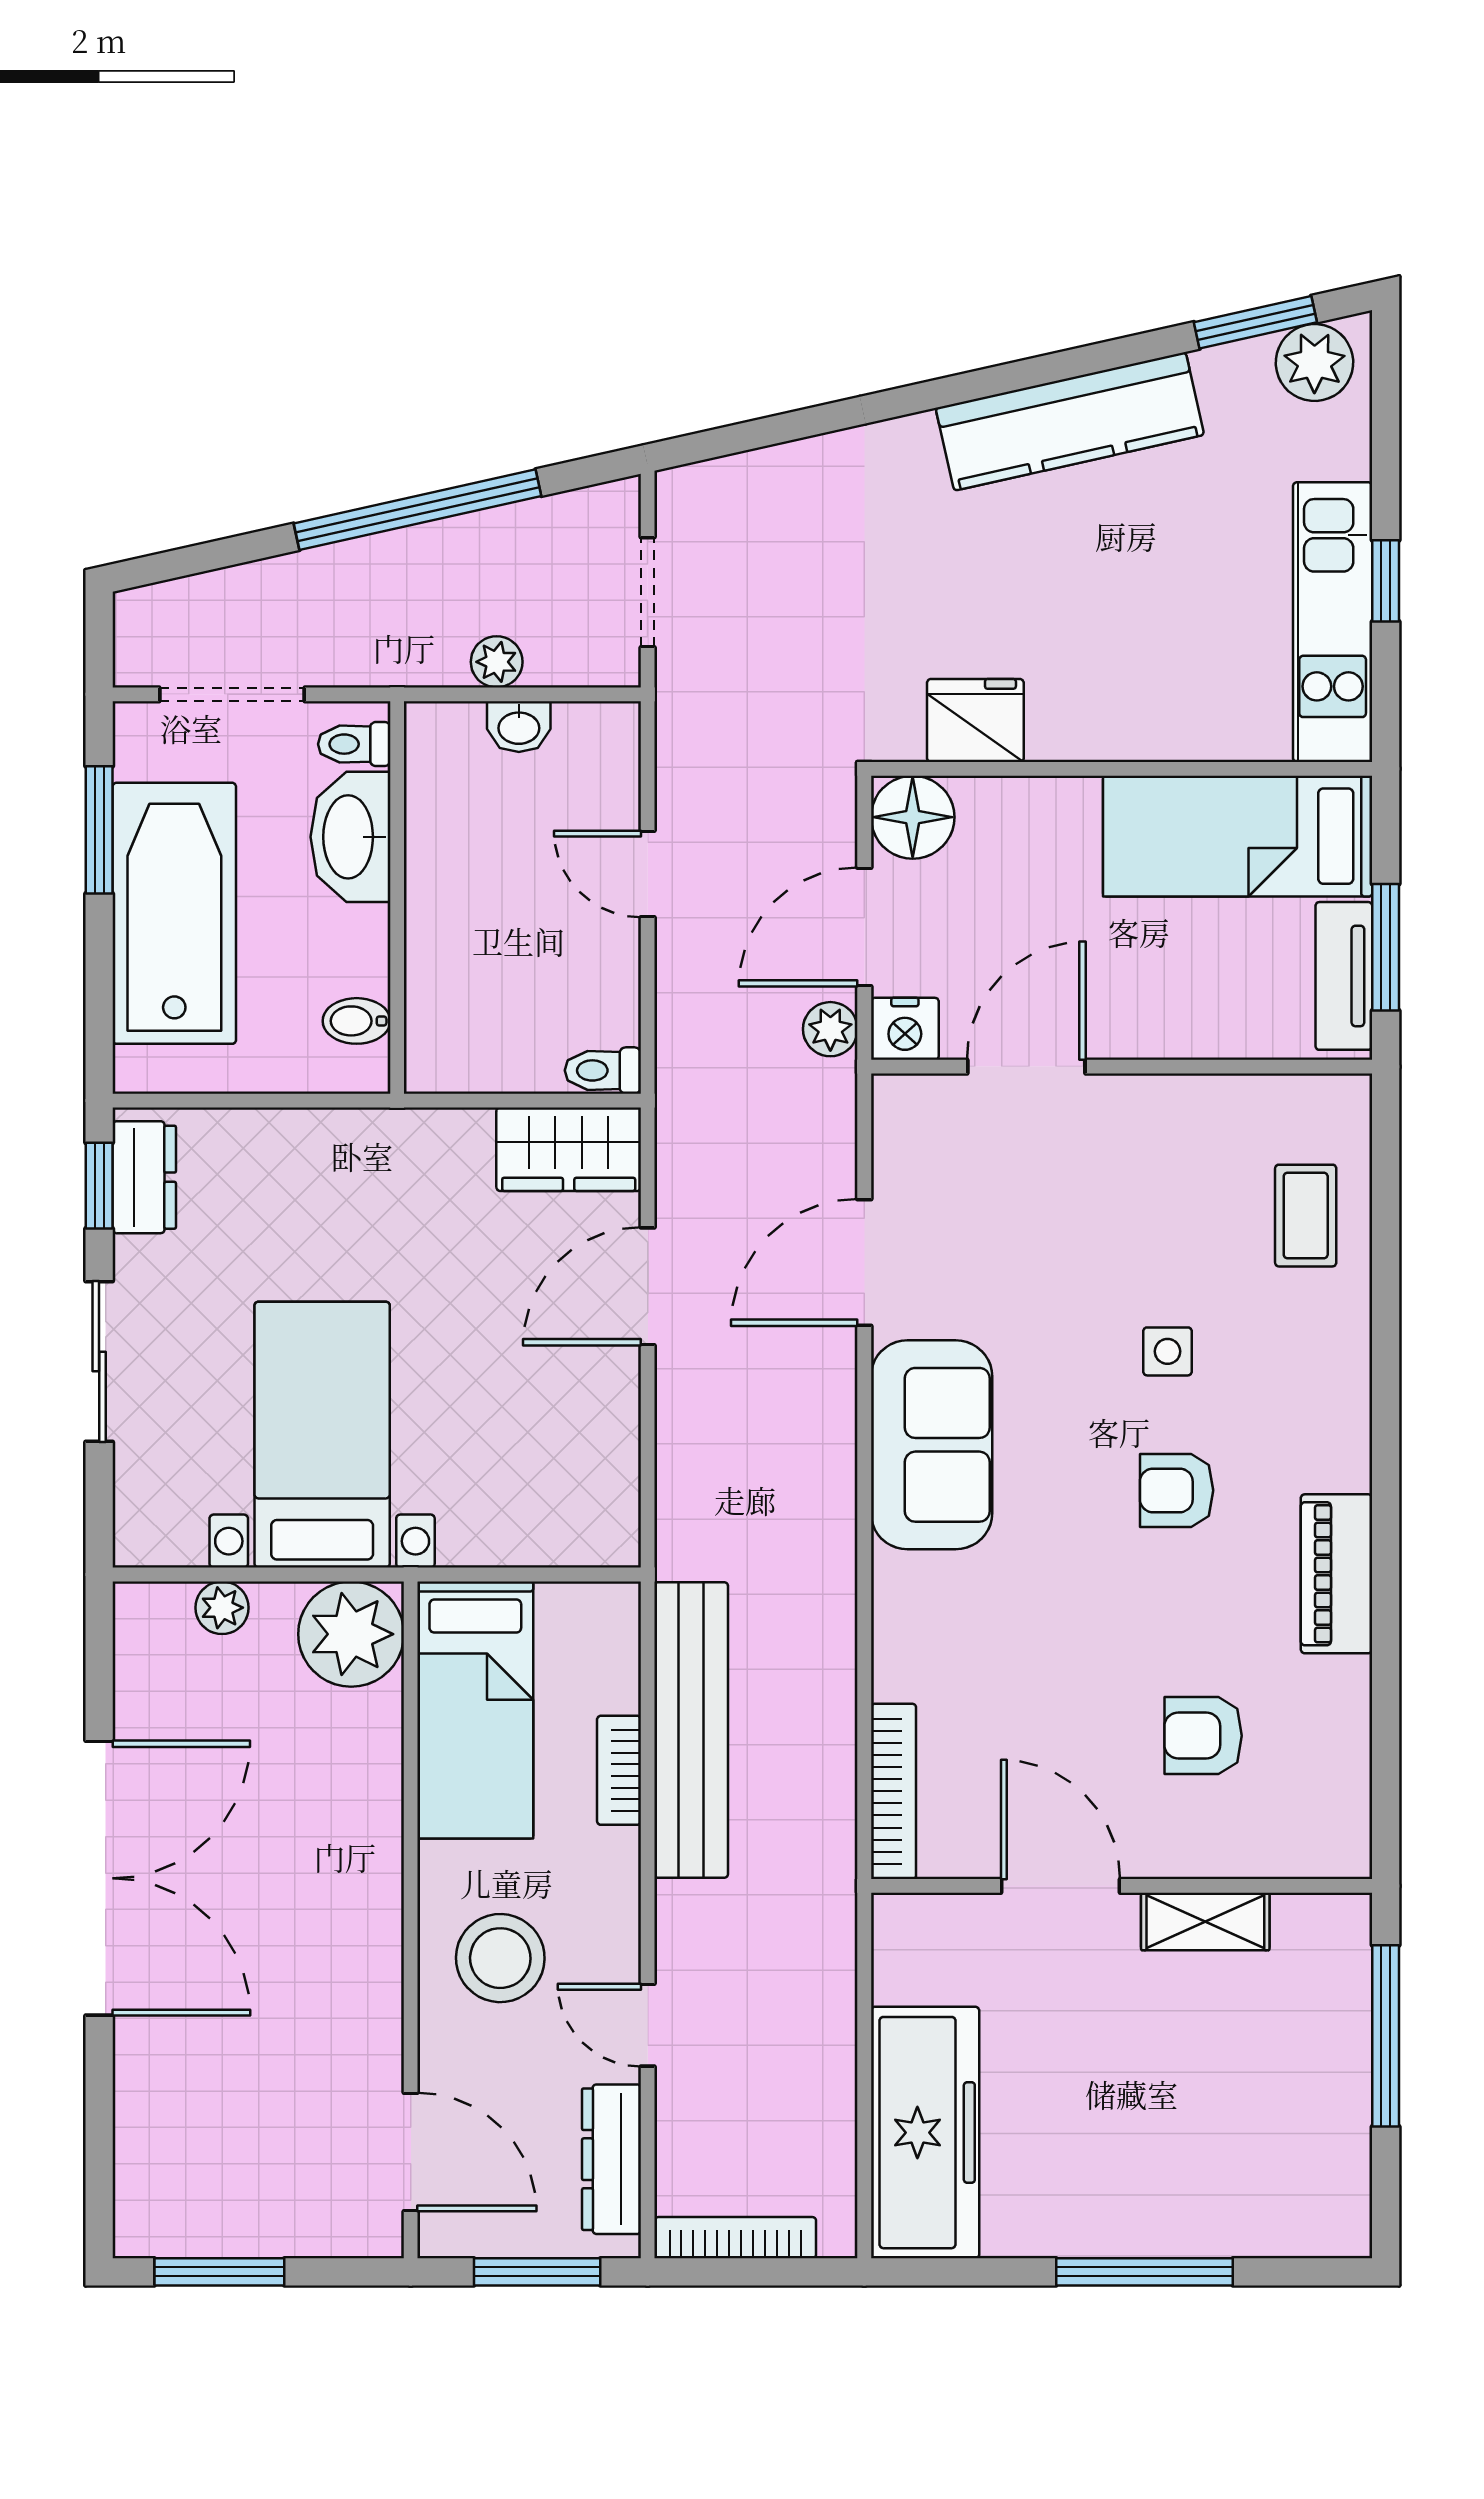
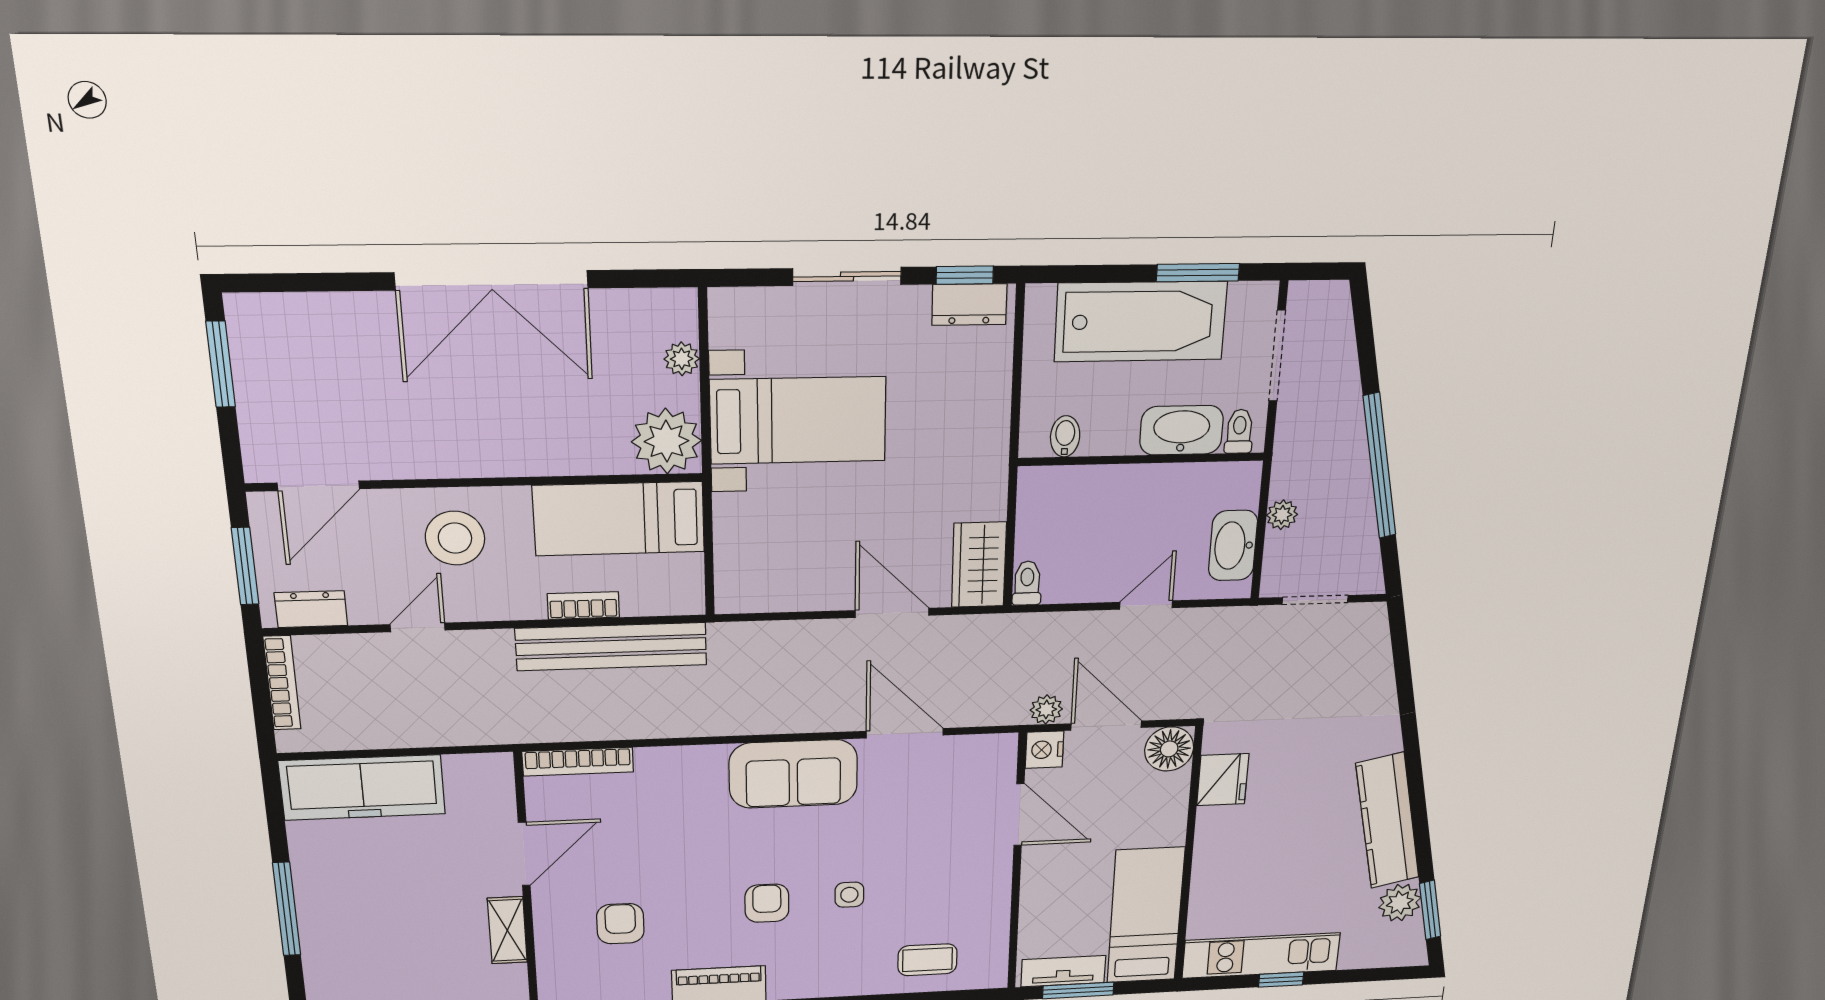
plant: (1314, 363) -> (1400, 903), moved
washbasin: (519, 727) -> (1233, 546), width x1.91, depth x1.45
dresser: (612, 2159) -> (311, 609), width x0.70

